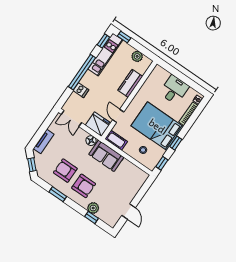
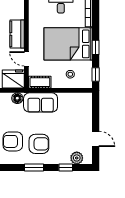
kitchen counter: (130, 83) -> (17, 34), moved
window: (58, 194) -> (34, 168), moved
plant: (93, 208) -> (77, 158), moved

